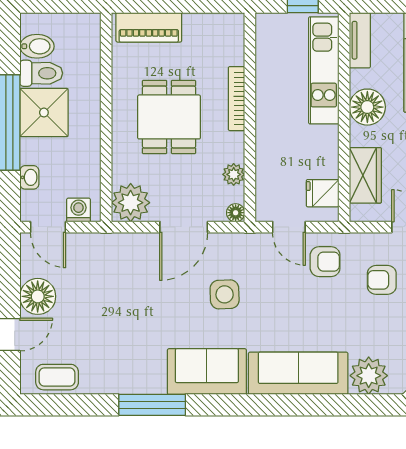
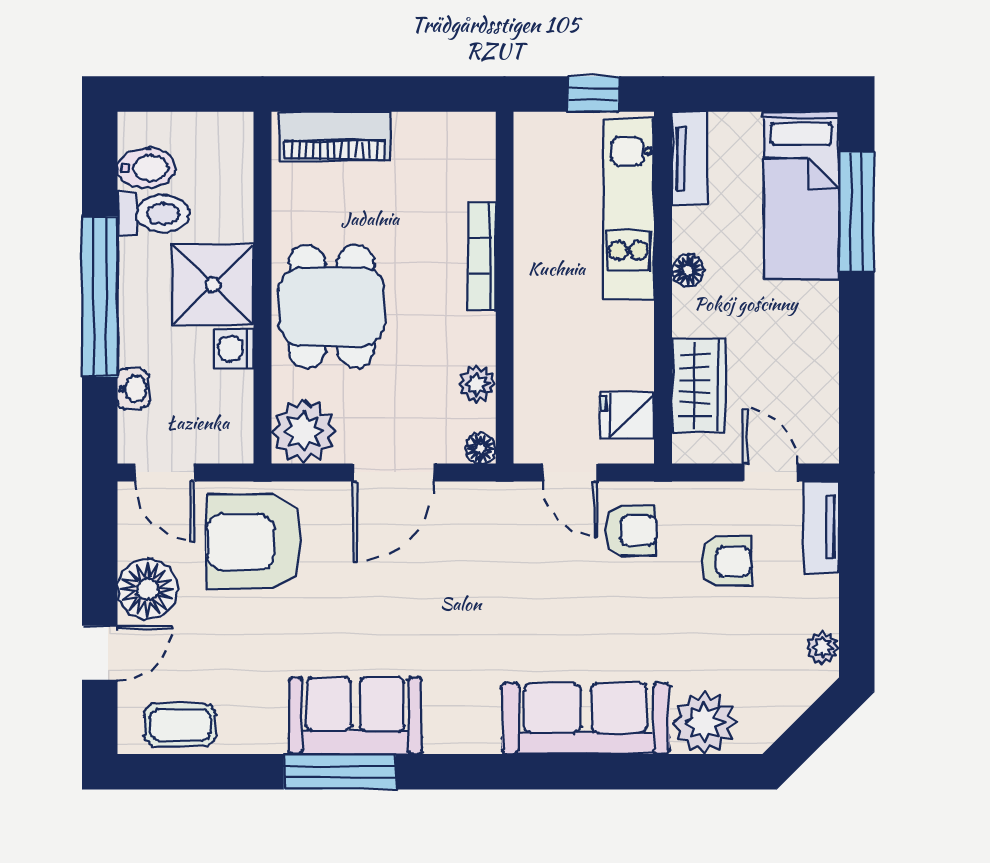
floor lamp: (367, 107) -> (688, 270), width x0.53, depth x0.53
shower: (44, 113) -> (213, 285), moved
dining table: (169, 117) -> (332, 307), moved
washing machine: (78, 210) -> (234, 349), moved, turned -90
armchair: (101, 268) -> (254, 542), added
armchair: (382, 280) -> (726, 561), turned 180
side table: (225, 294) -> (462, 586), removed
sofa: (207, 372) -> (355, 716), moved

